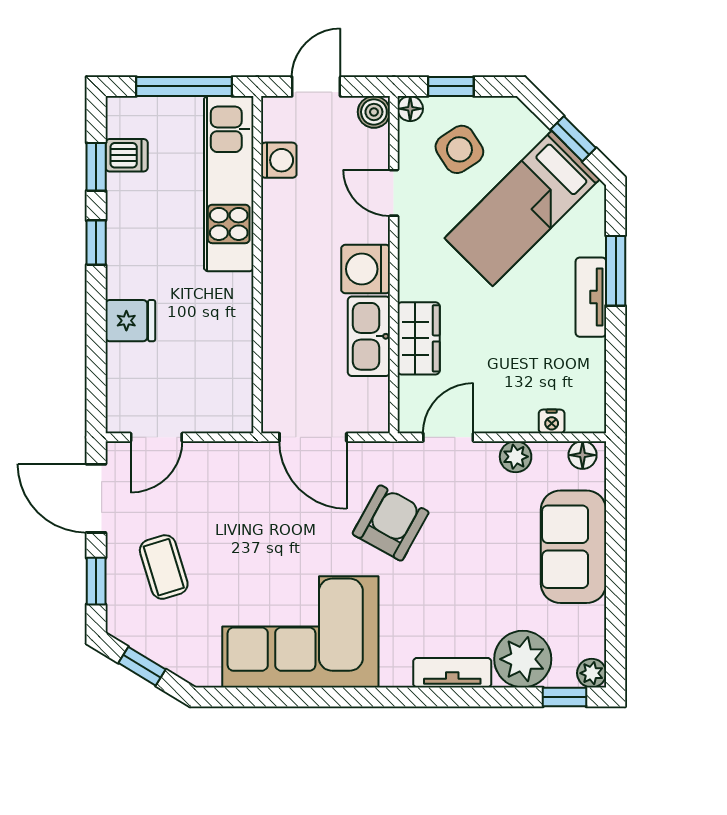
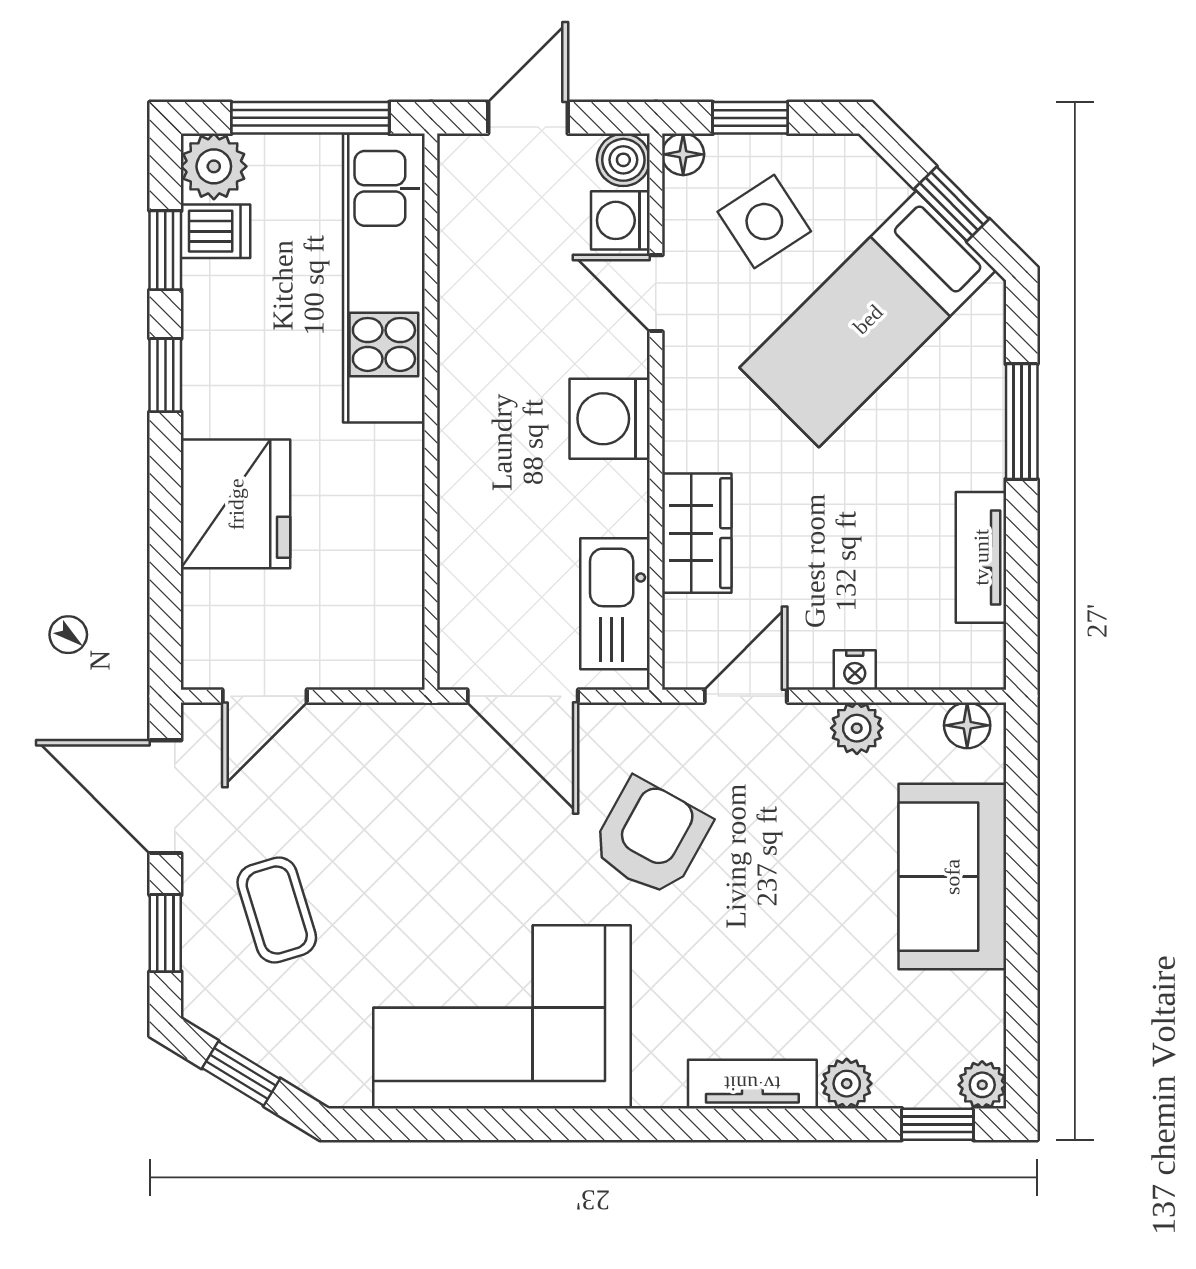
plant: (126, 116) -> (214, 166), added
washing machine: (279, 160) -> (620, 220), moved, turned 180
tv unit: (591, 297) -> (981, 557), moved
fridge: (130, 321) -> (236, 504), width x1.88, depth x1.34
kitchen sink: (369, 336) -> (615, 604), moved
nightstand: (552, 421) -> (855, 670), moved
plant: (523, 659) -> (847, 1084), width x0.53, depth x0.53

